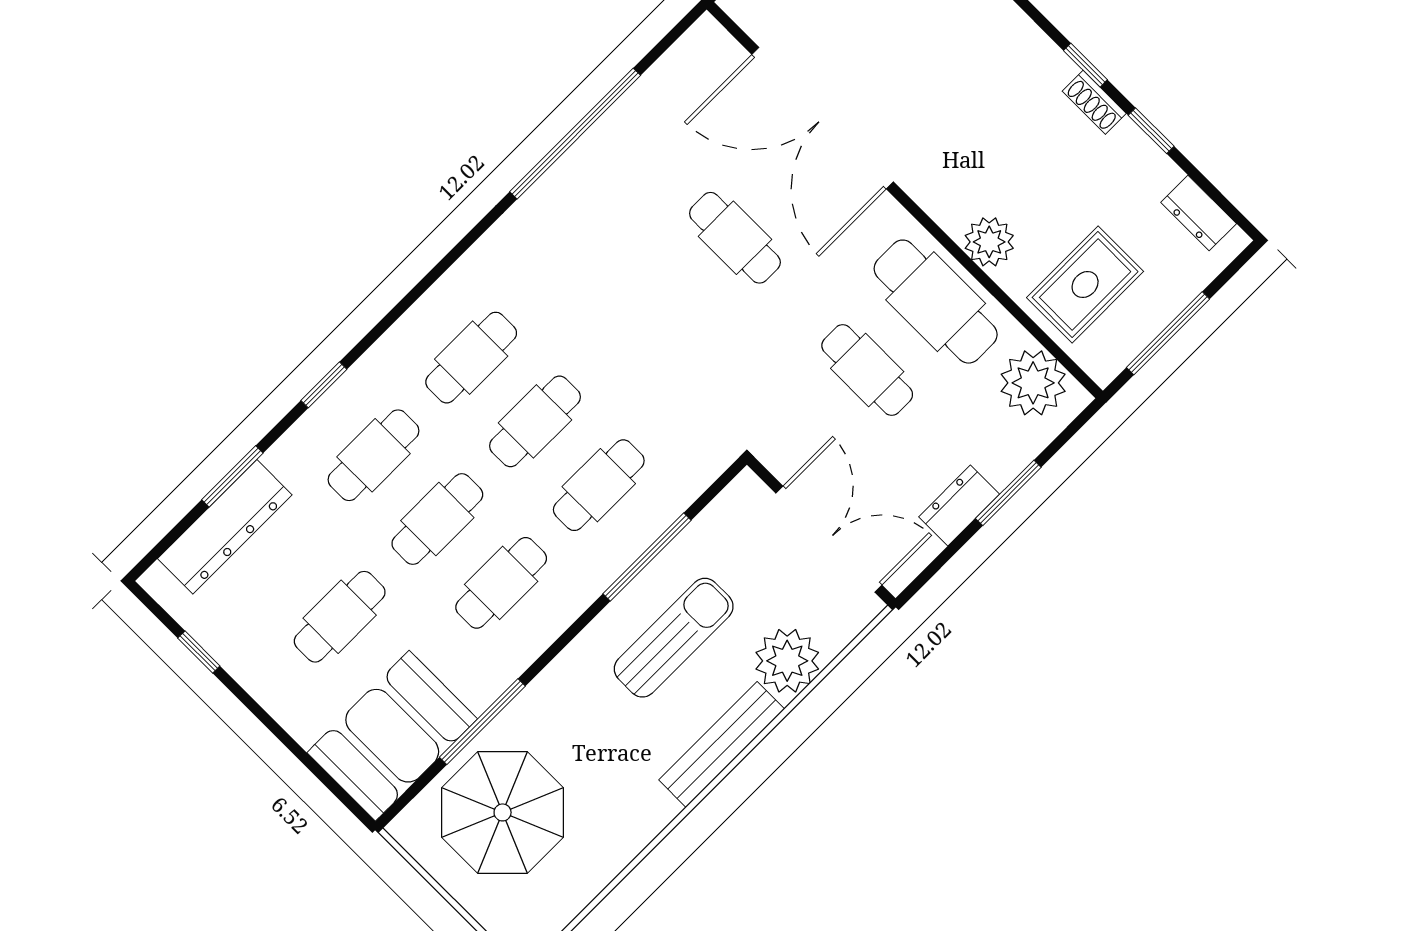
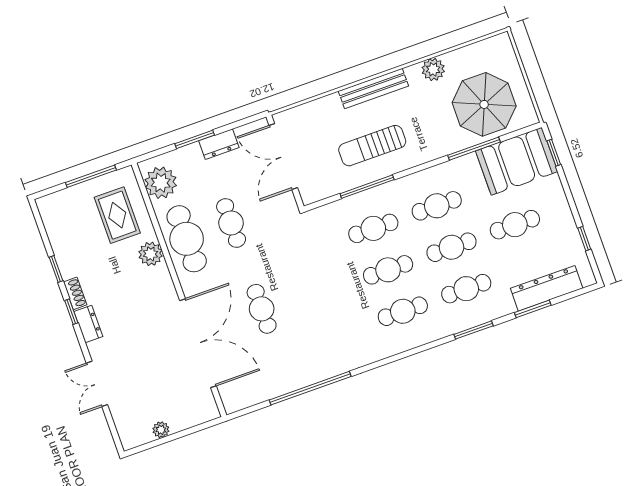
dresser: (1199, 213) -> (88, 324), moved
rug: (1085, 285) -> (117, 215), turned 90
window: (324, 385) -> (473, 330), width x1.50
plant: (787, 661) -> (433, 69), moved, width x0.73, depth x0.73
window: (331, 784) -> (554, 153), added

